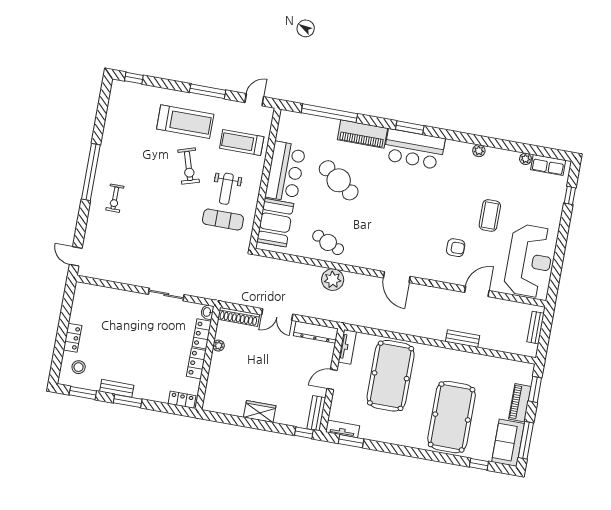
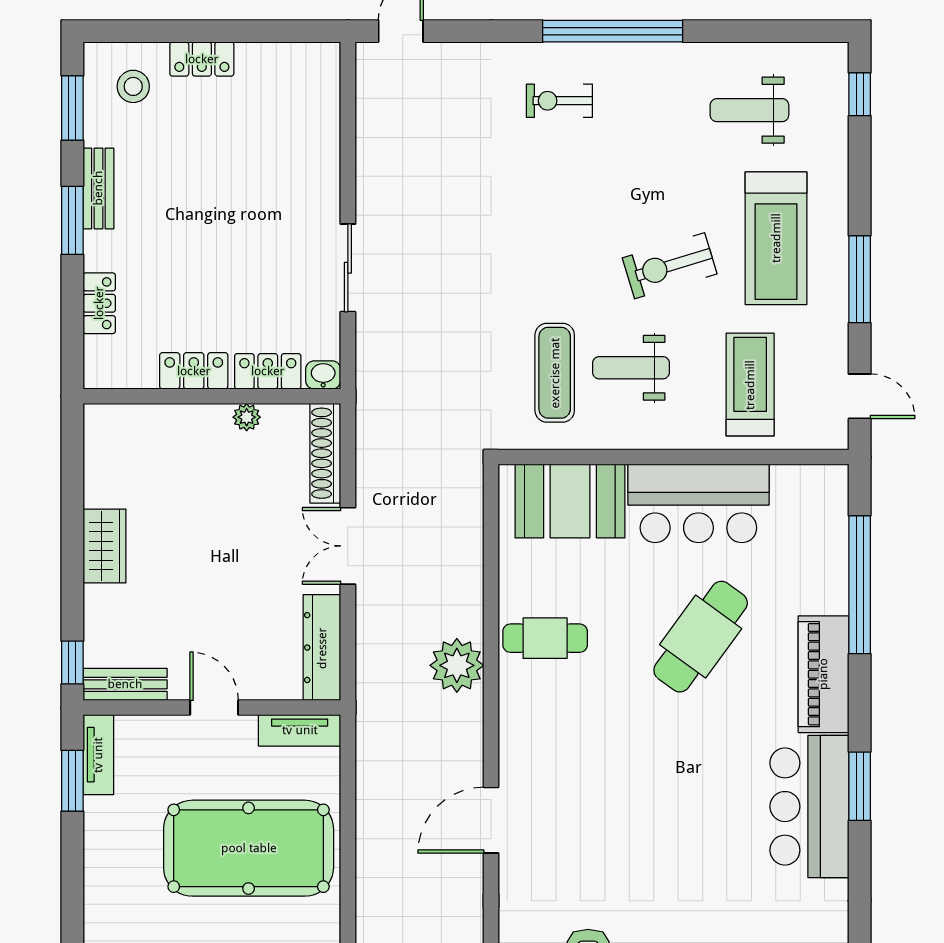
weight bench: (132, 123) -> (749, 110), added
cafe table: (328, 242) -> (545, 638), turned 66
locker: (182, 400) -> (99, 303), moved

